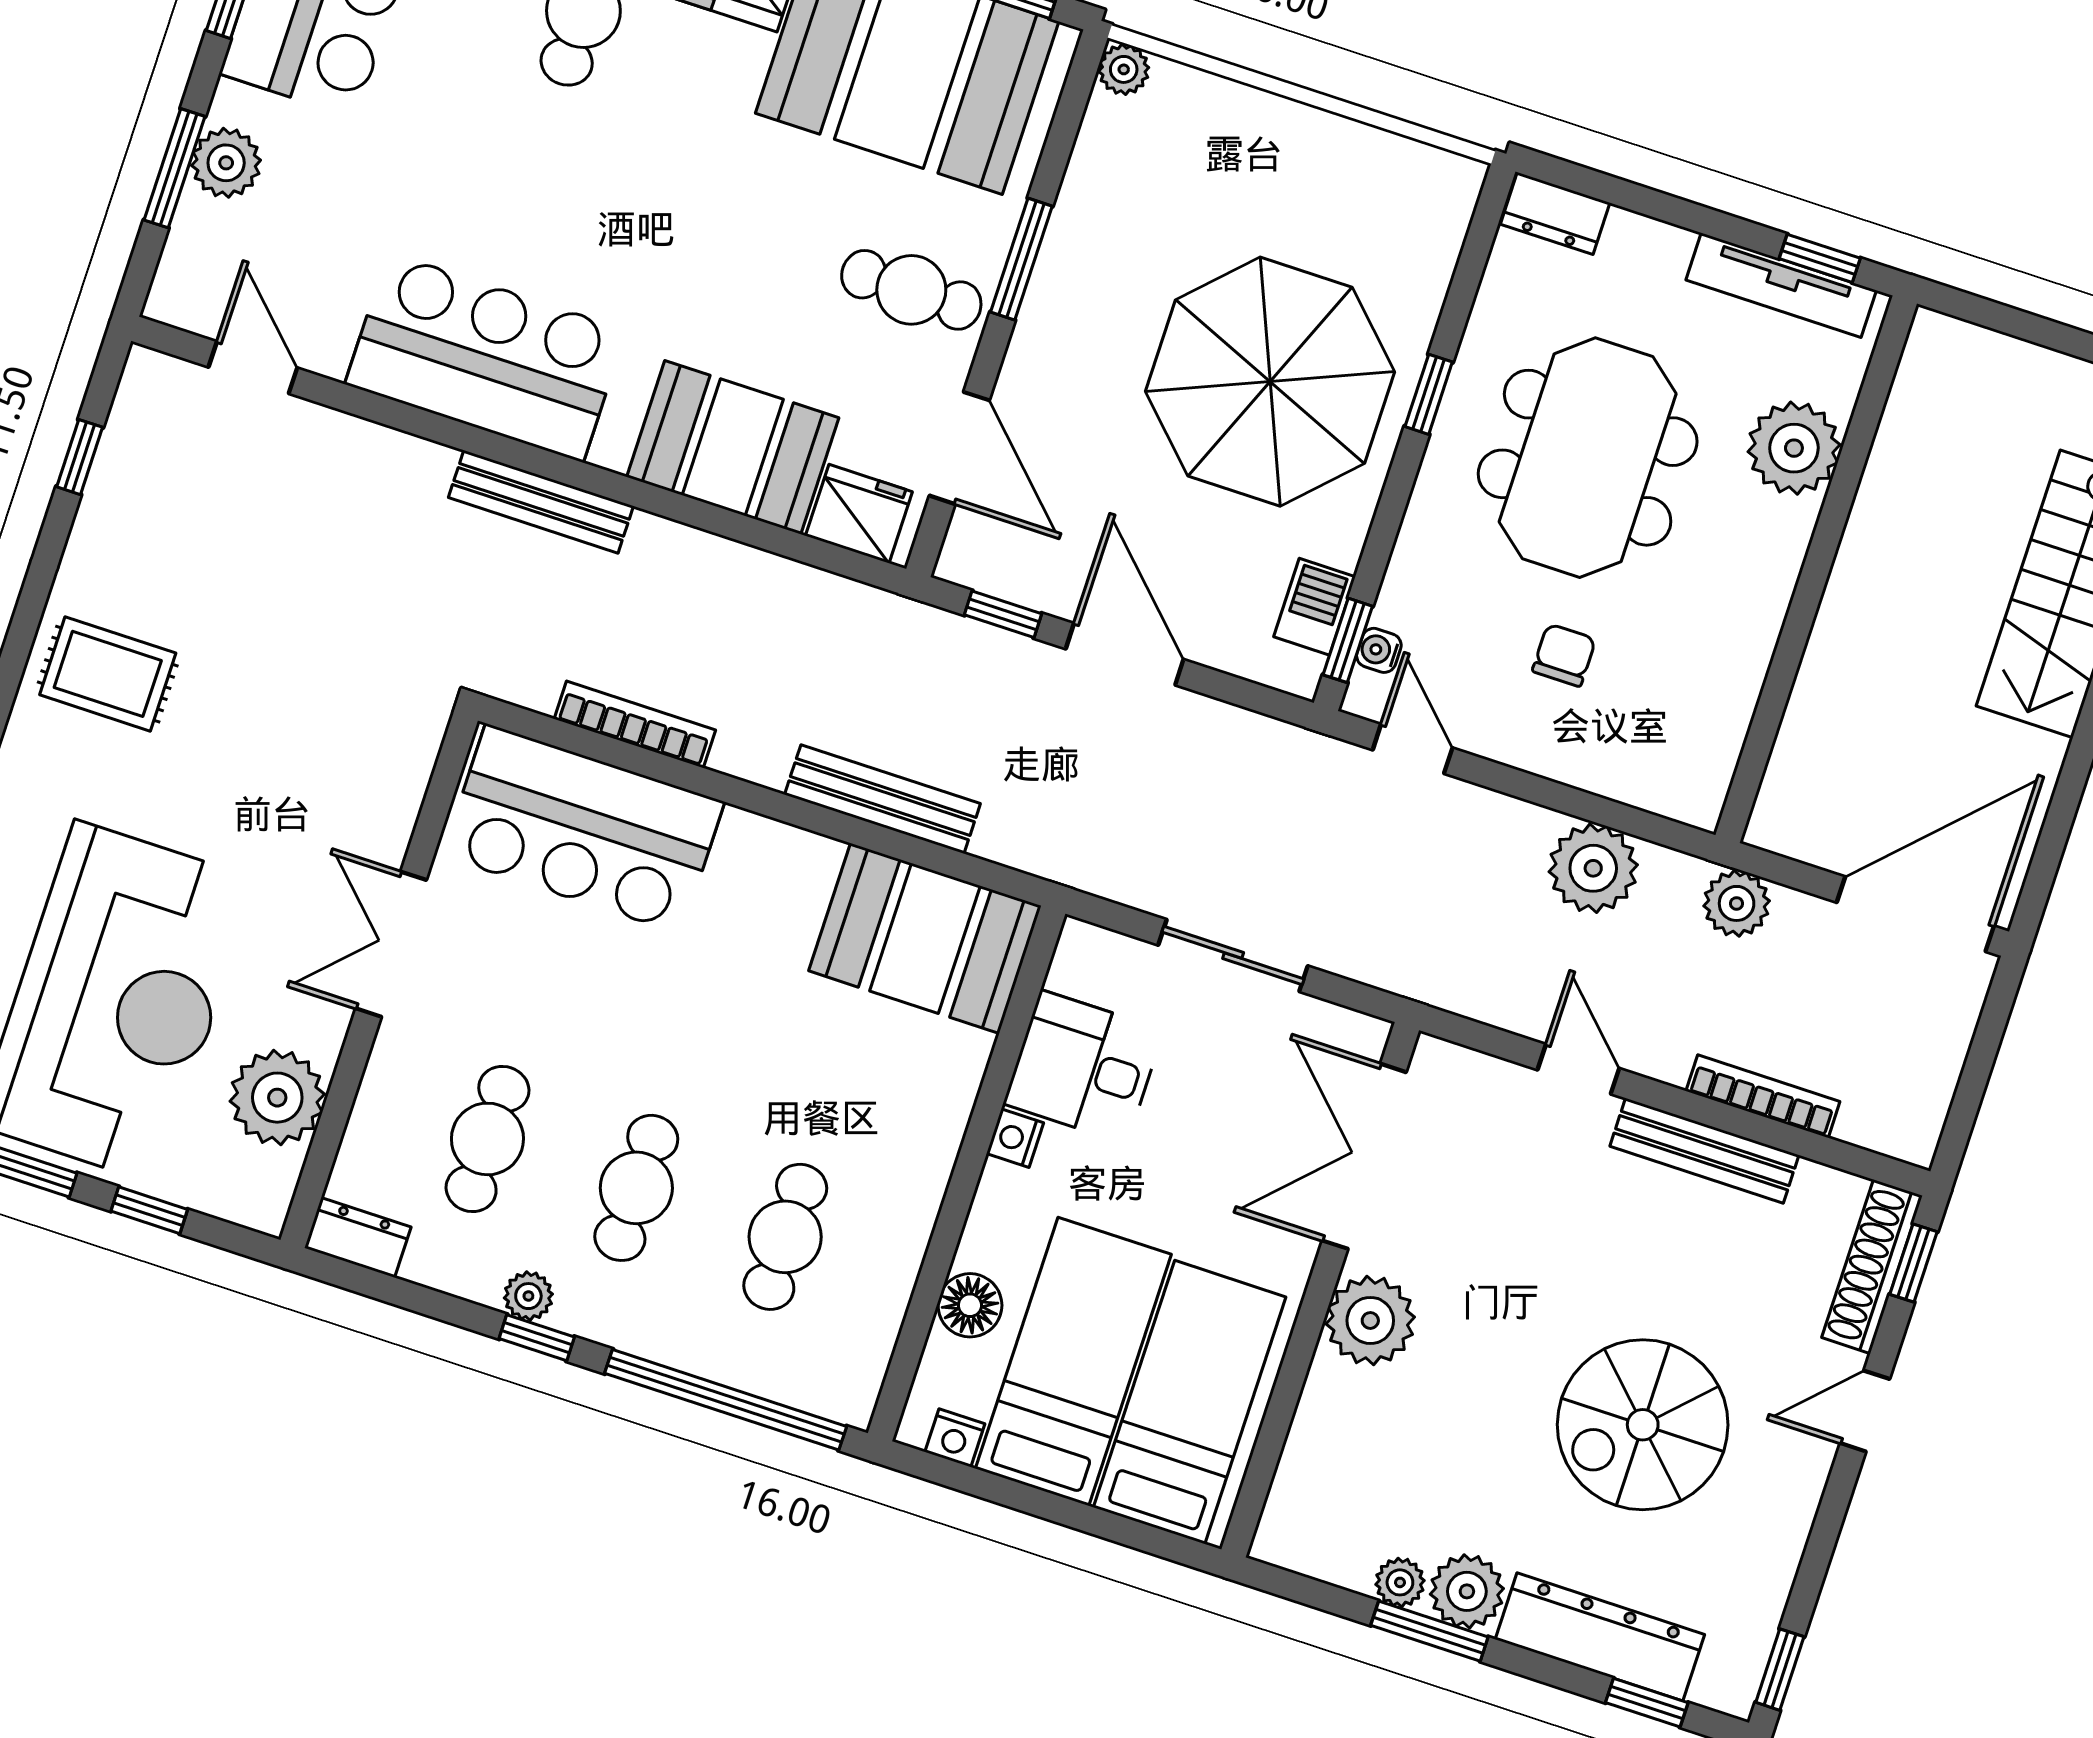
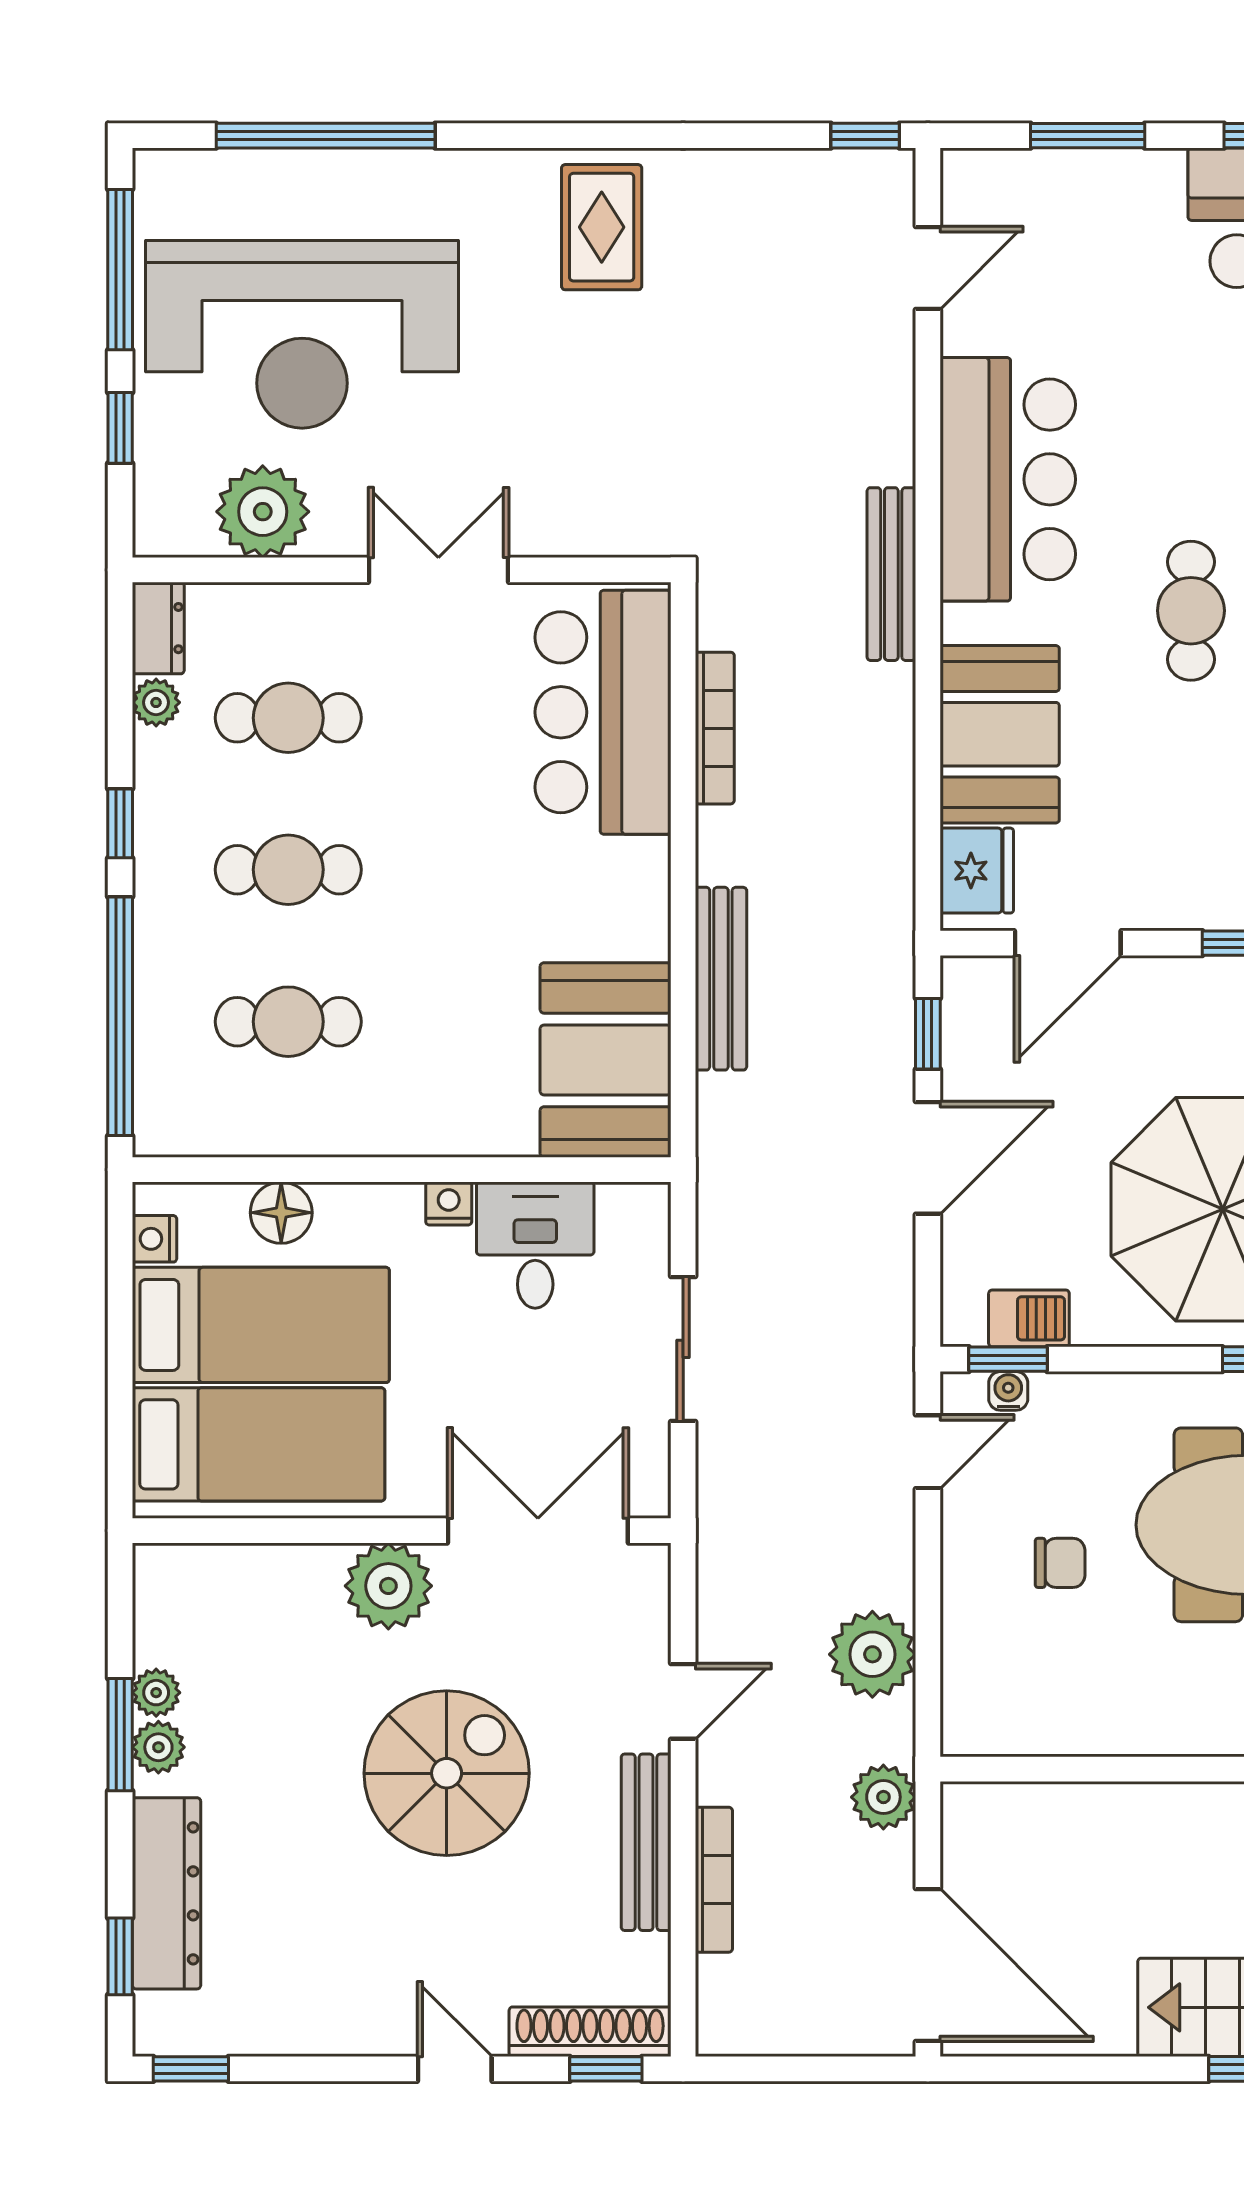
plant: (226, 163) -> (1108, 181), removed
cafe table: (911, 290) -> (1191, 611), moved
window: (80, 457) -> (865, 136), moved
plant: (528, 1296) -> (156, 702), moved
spiral stairs: (1643, 1425) -> (447, 1773), moved, turned 90
plant: (1467, 1591) -> (158, 1747), width x0.73, depth x0.73

